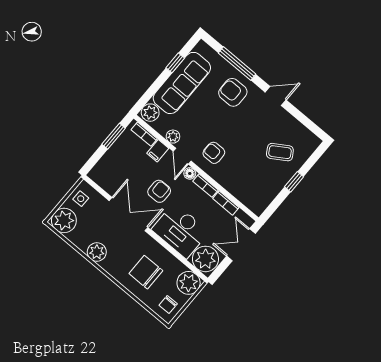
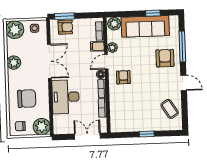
window: (114, 136) -> (64, 16), moved
coffee table: (280, 152) -> (170, 109), moved
armchair: (159, 191) -> (65, 27), moved
plant: (205, 259) -> (63, 124), removed
chair: (146, 272) -> (27, 99), turned 90

